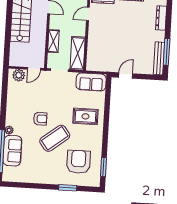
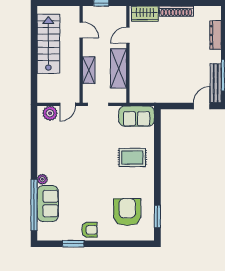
shelving: (78, 53) -> (119, 68), moved
door: (126, 75) -> (202, 106), moved
armchair: (40, 119) -> (89, 230), moved
coffee table: (55, 138) -> (97, 186), removed
window: (68, 188) -> (73, 244), moved

